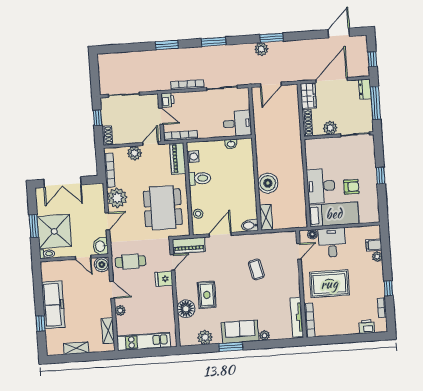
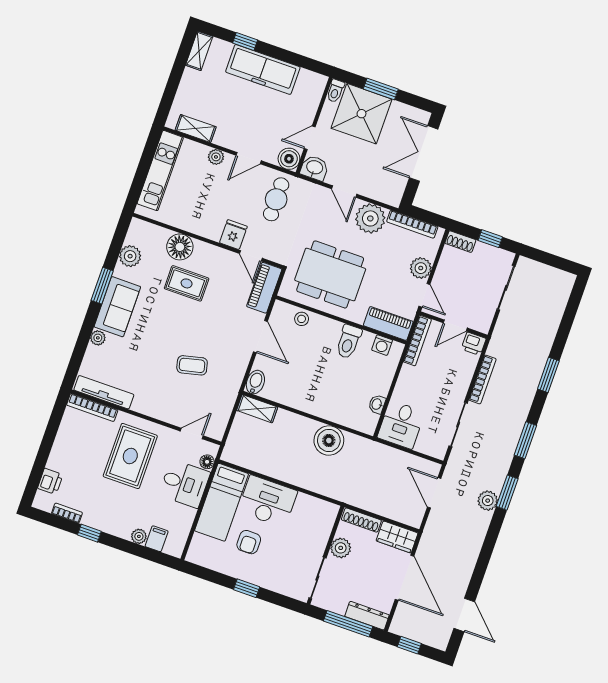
window: (271, 38) -> (507, 493), moved
dresser: (365, 89) -> (367, 616), width x1.44
boiler: (268, 183) -> (329, 440), moved
door: (299, 251) -> (192, 433), swing flipped
shelving: (76, 348) -> (199, 51), moved

